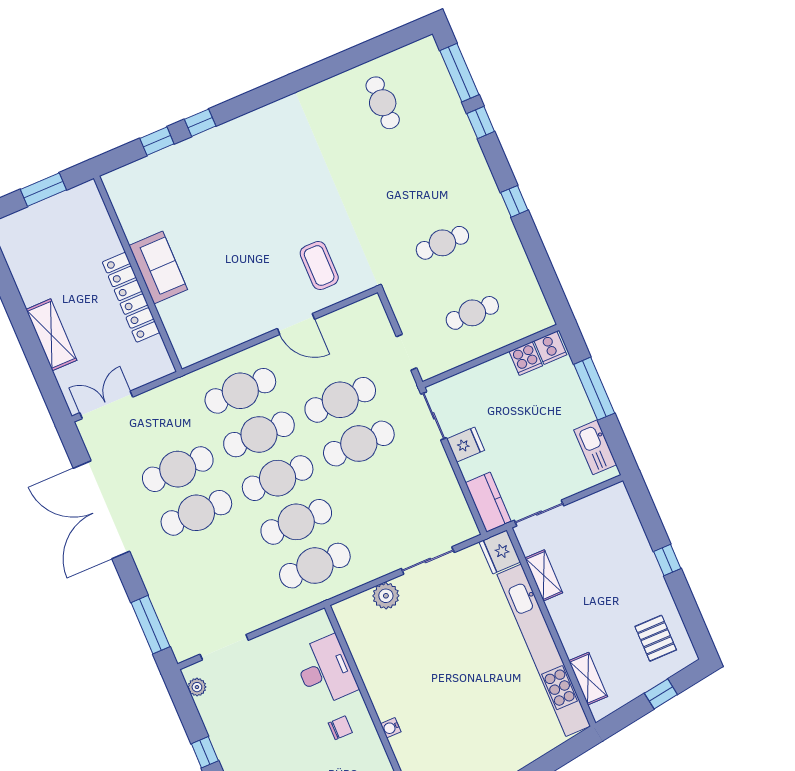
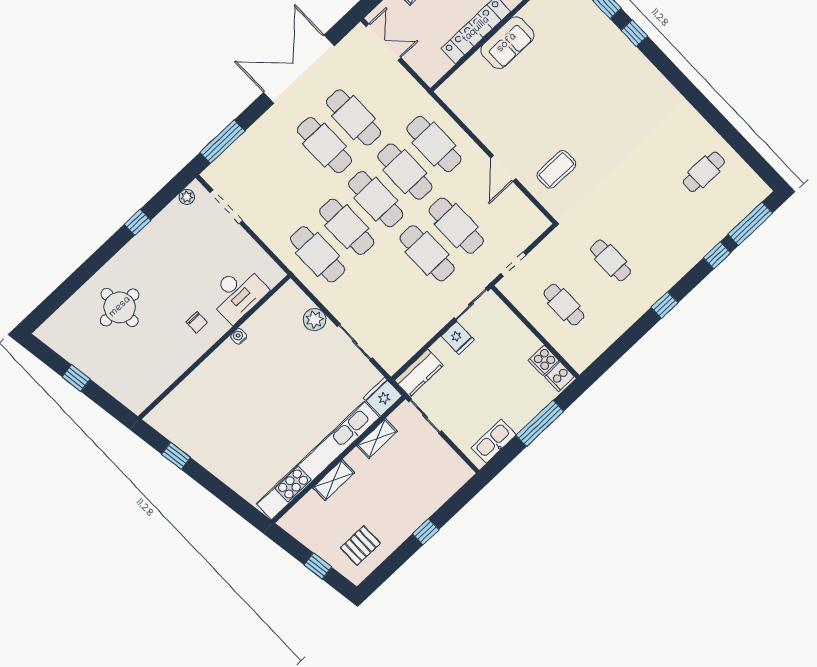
shelving: (588, 679) -> (334, 480), moved
water cooler: (391, 728) -> (239, 336), moved

